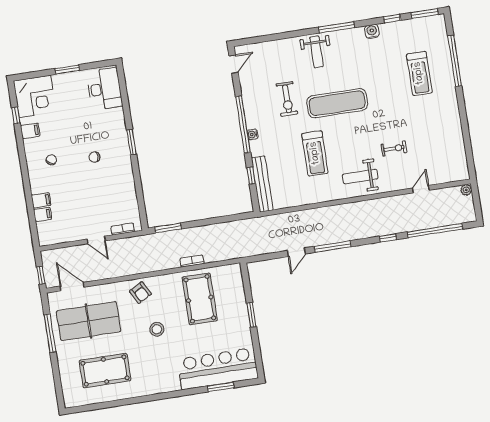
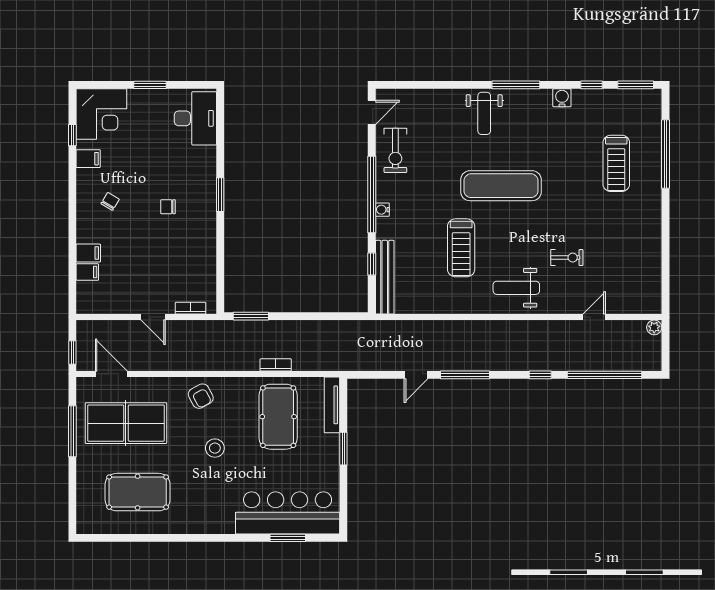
exercise bike: (287, 99) -> (395, 150), moved
tv unit: (238, 284) -> (332, 405), added

